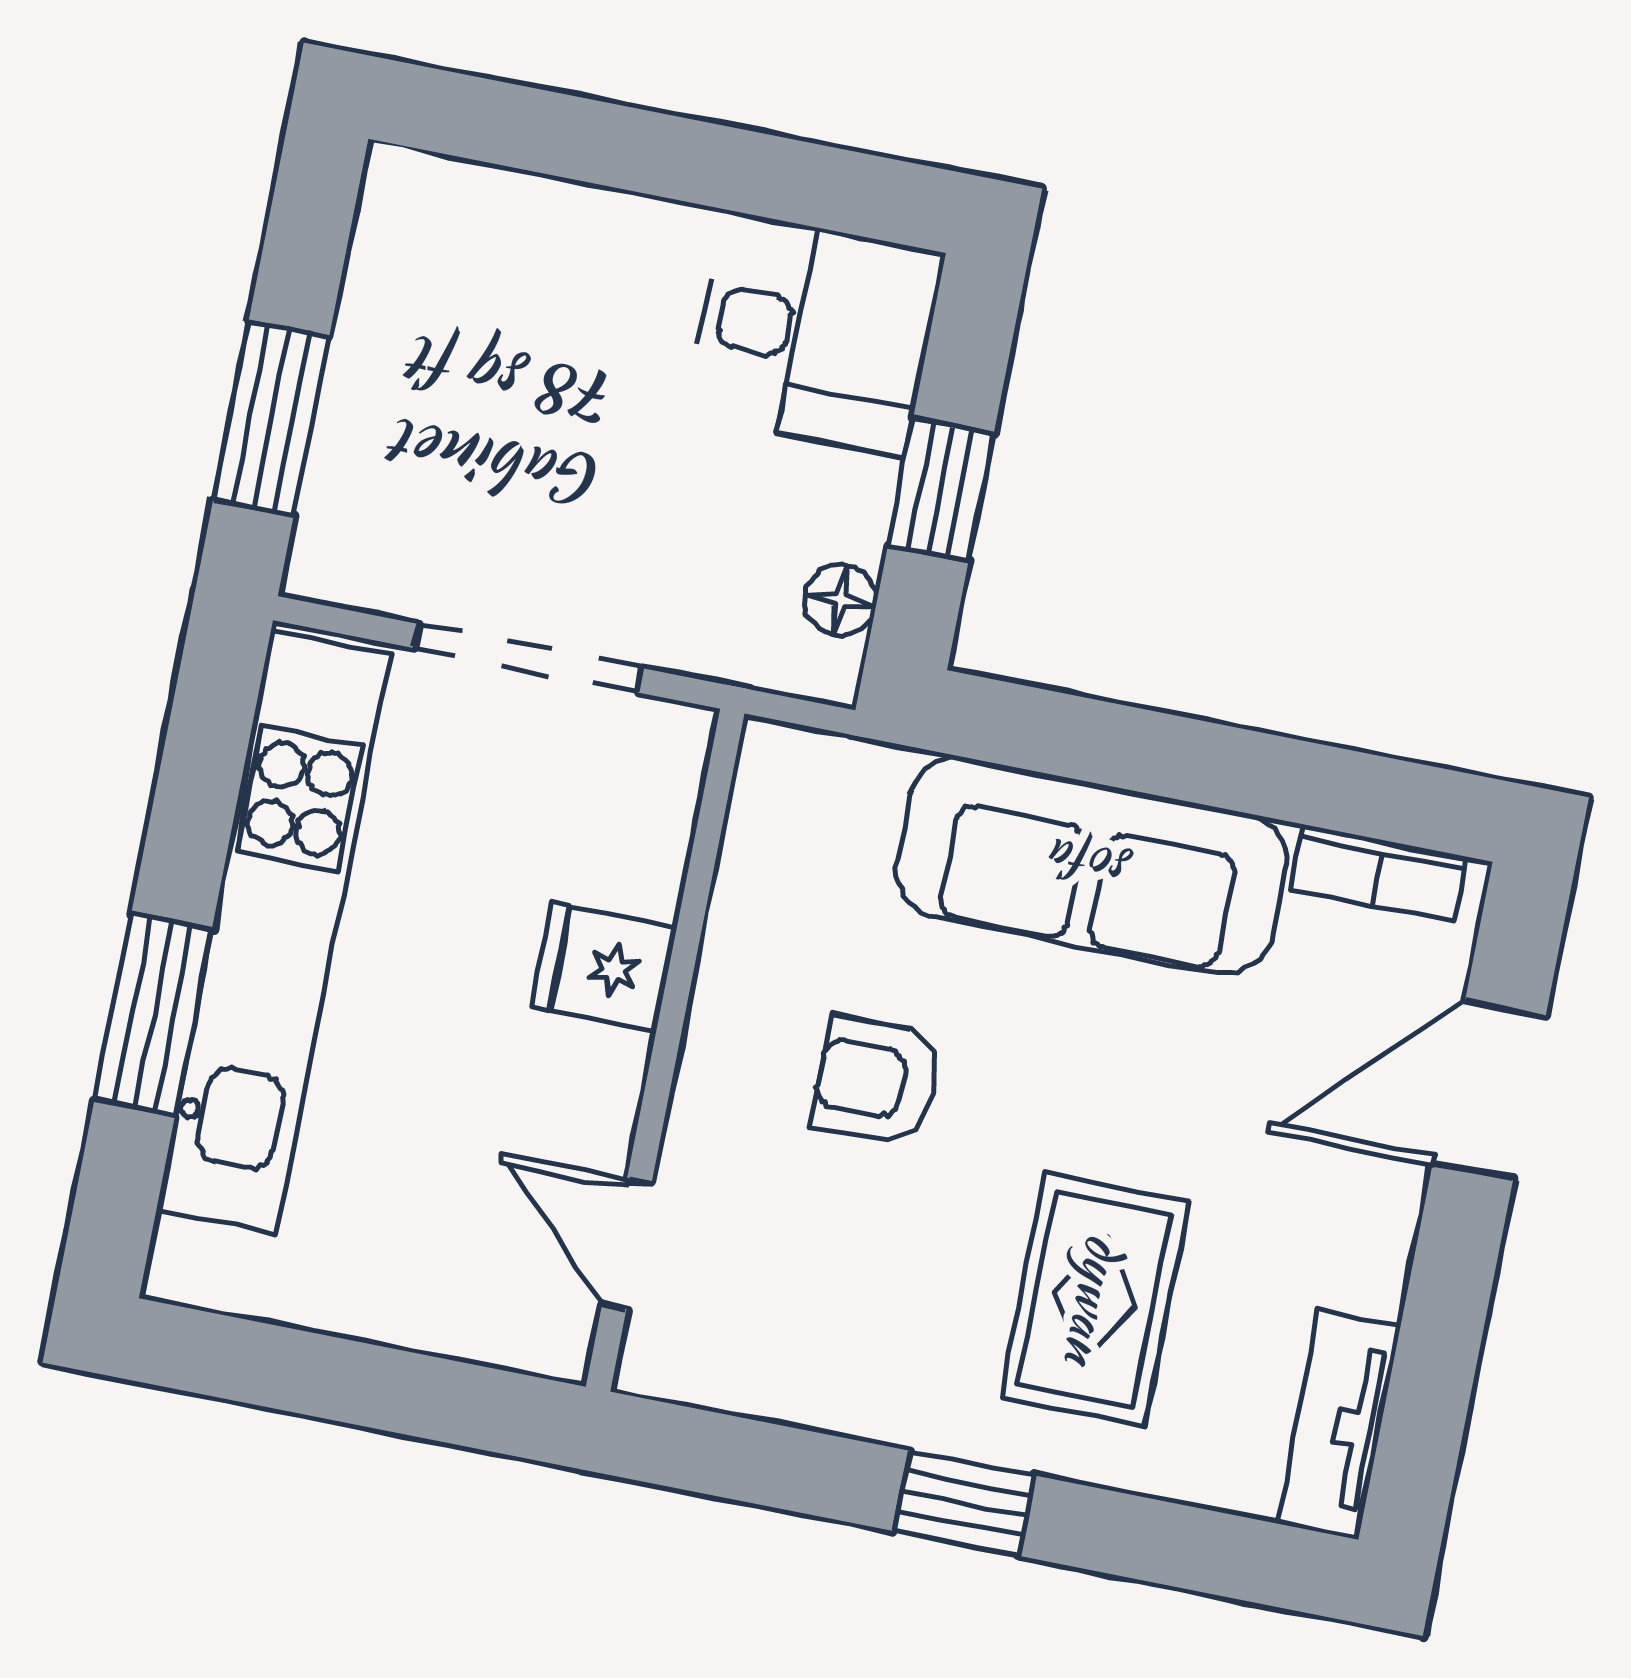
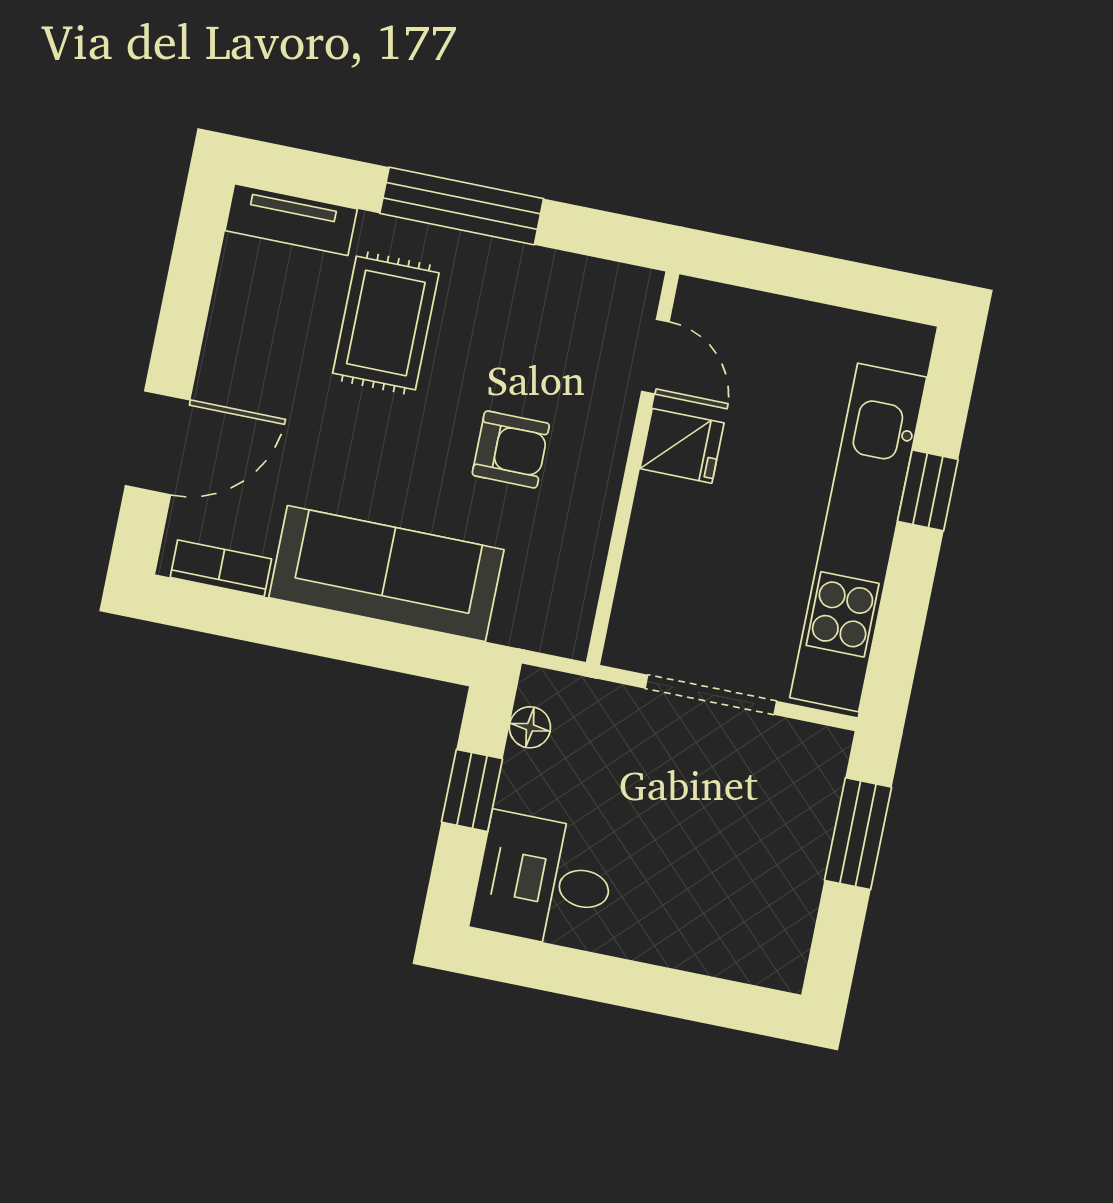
fridge: (604, 967) -> (682, 446), moved
window: (153, 1014) -> (928, 490), width x0.67
tv unit: (1339, 1425) -> (291, 220), moved, turned 90
window: (964, 1503) -> (462, 206), width x2.17

